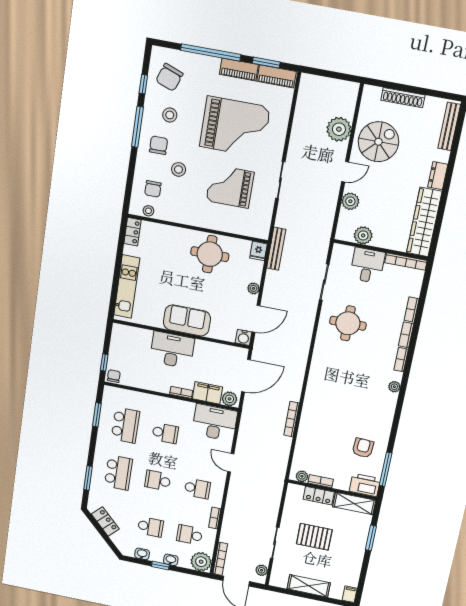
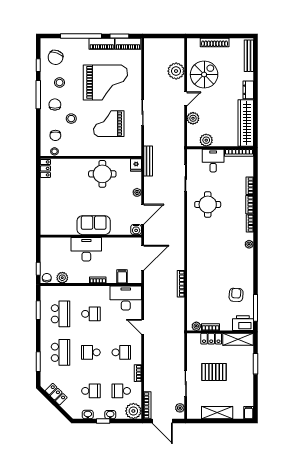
kitchen unit: (127, 287) -> (47, 209), removed
filing cabinet: (207, 393) -> (122, 276), width x0.50
plant: (230, 399) -> (62, 278), moved

